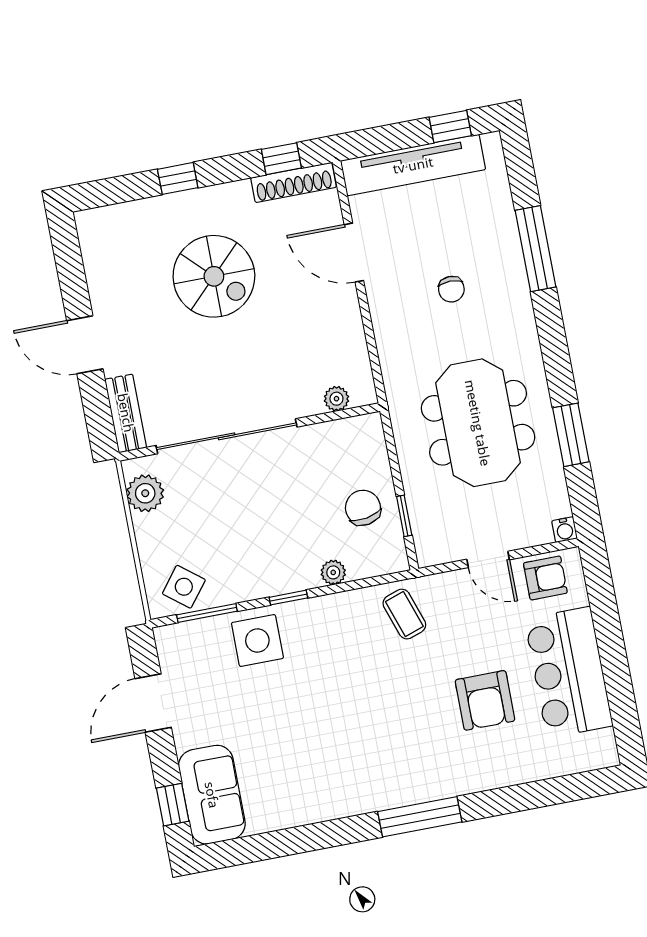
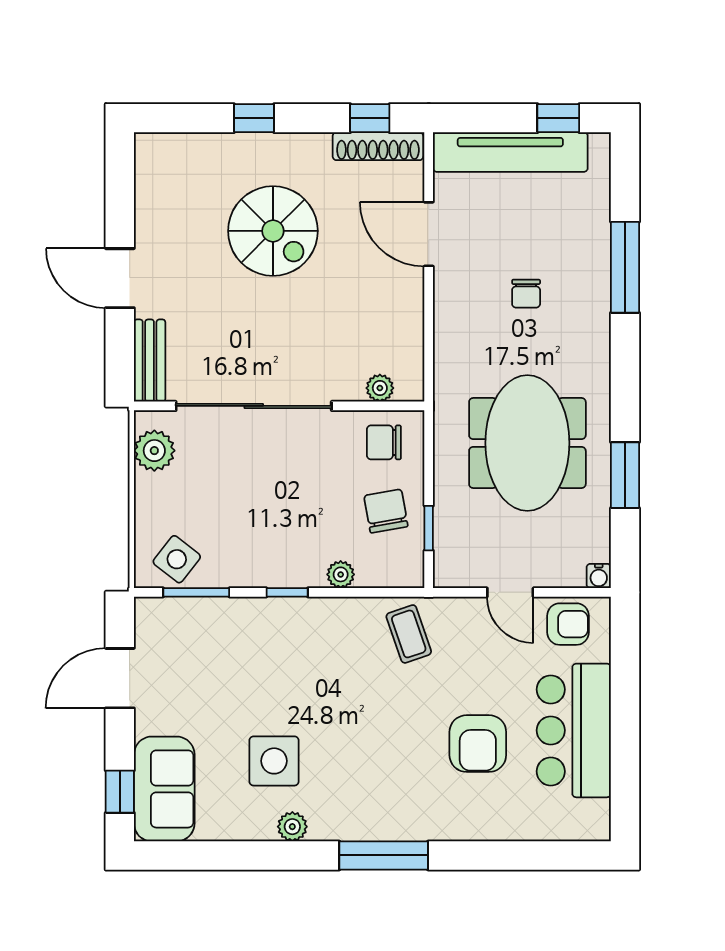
chair: (349, 447) -> (384, 442), added
side table: (257, 640) -> (274, 761), moved
plant: (333, 806) -> (292, 827), added

